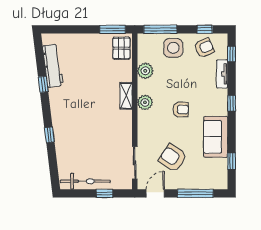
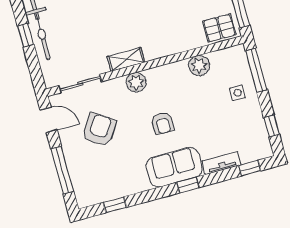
side table: (173, 48) -> (238, 93), width x0.54, depth x0.54
armchair: (204, 48) -> (248, 132), removed
shelving: (126, 96) -> (126, 59), moved
plant: (145, 102) -> (136, 82), moved
sofa: (216, 137) -> (174, 167), moved
window: (105, 193) -> (26, 35), moved

